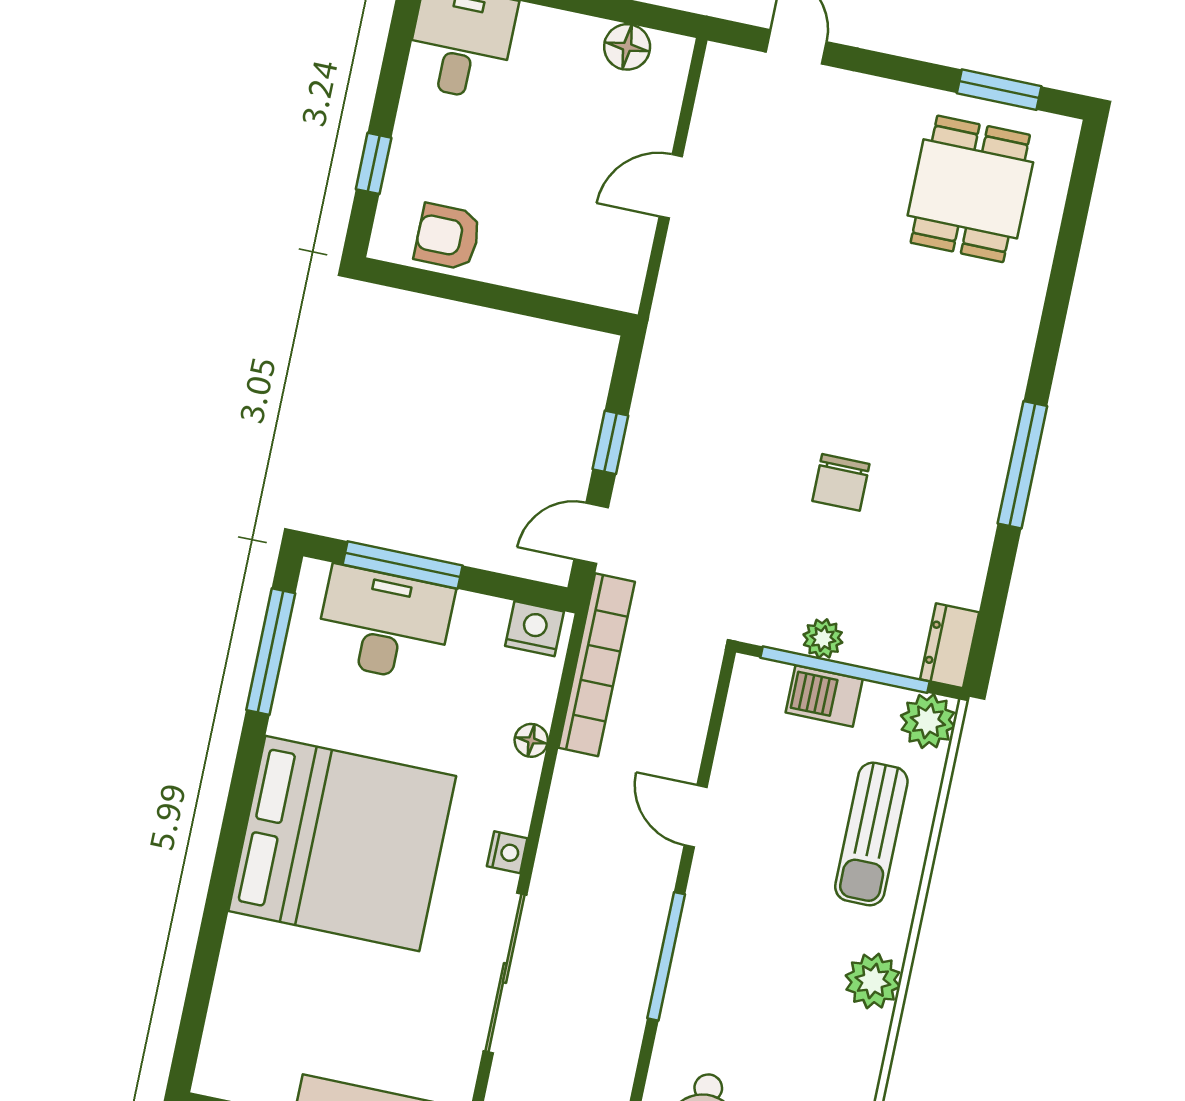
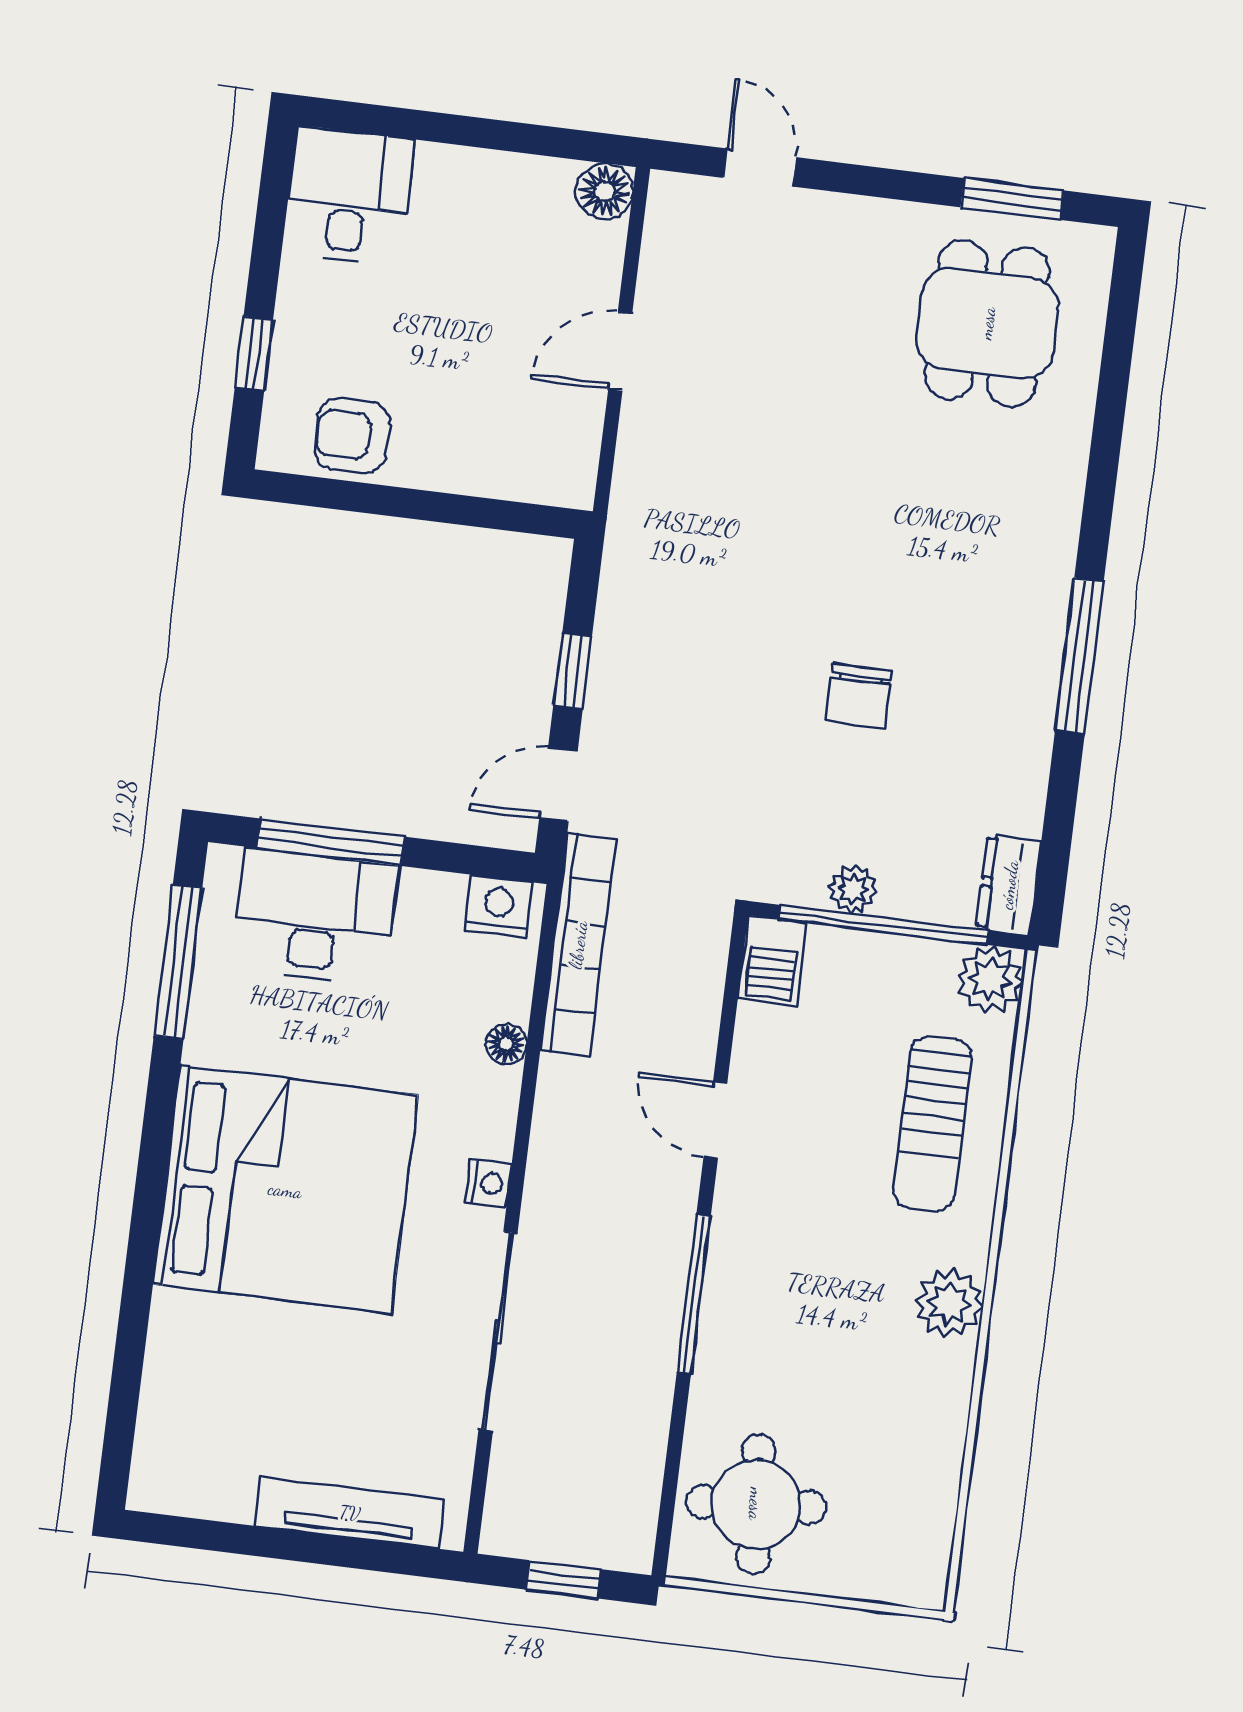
floor lamp: (627, 47) -> (605, 191), moved
barbecue: (824, 696) -> (773, 961), moved, turned -90

